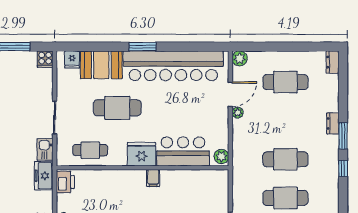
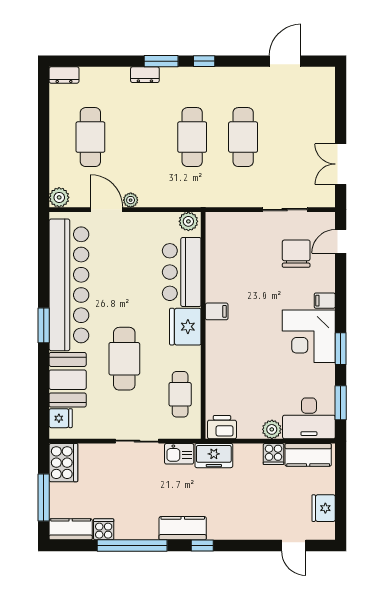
cooker: (45, 59) -> (63, 463), width x1.87, depth x1.31

